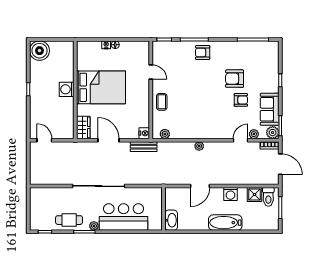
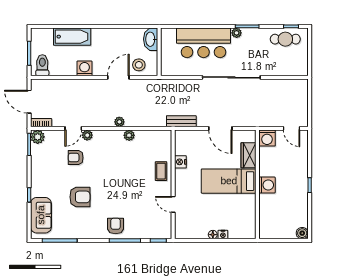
boiler: (40, 51) -> (302, 233), width x0.54, depth x0.54
armchair: (203, 53) -> (116, 226), turned -90
bed: (101, 87) -> (229, 181), width x0.67
armchair: (241, 100) -> (76, 158), moved
sofa: (270, 109) -> (41, 215), moved
wardrobe: (83, 127) -> (248, 155), moved
washing machine: (67, 131) -> (267, 138), added
nightstand: (144, 133) -> (180, 162), moved
plant: (165, 134) -> (129, 135), moved
plant: (254, 134) -> (87, 135), moved
shower: (255, 195) -> (58, 68), removed
stool: (182, 197) -> (139, 65), added
cafe table: (69, 220) -> (285, 39), moved
bathtub: (225, 223) -> (72, 37), moved

